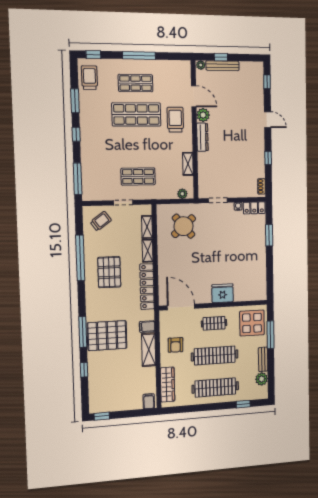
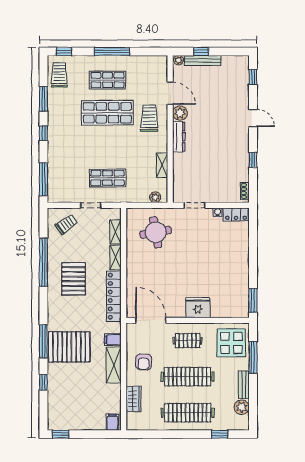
round table: (184, 226) -> (156, 232), turned 31
window: (269, 235) -> (253, 300), moved
wardrobe: (168, 385) -> (134, 399), width x0.67

